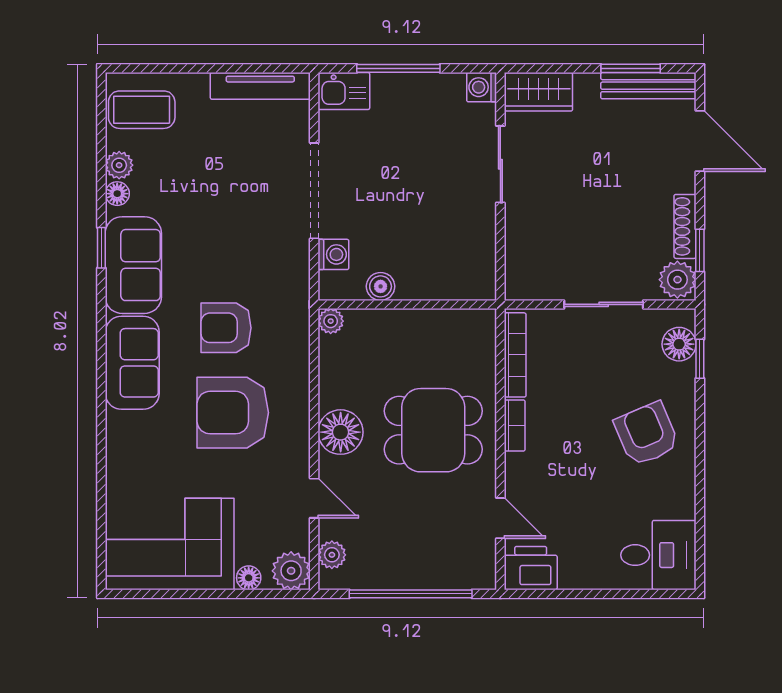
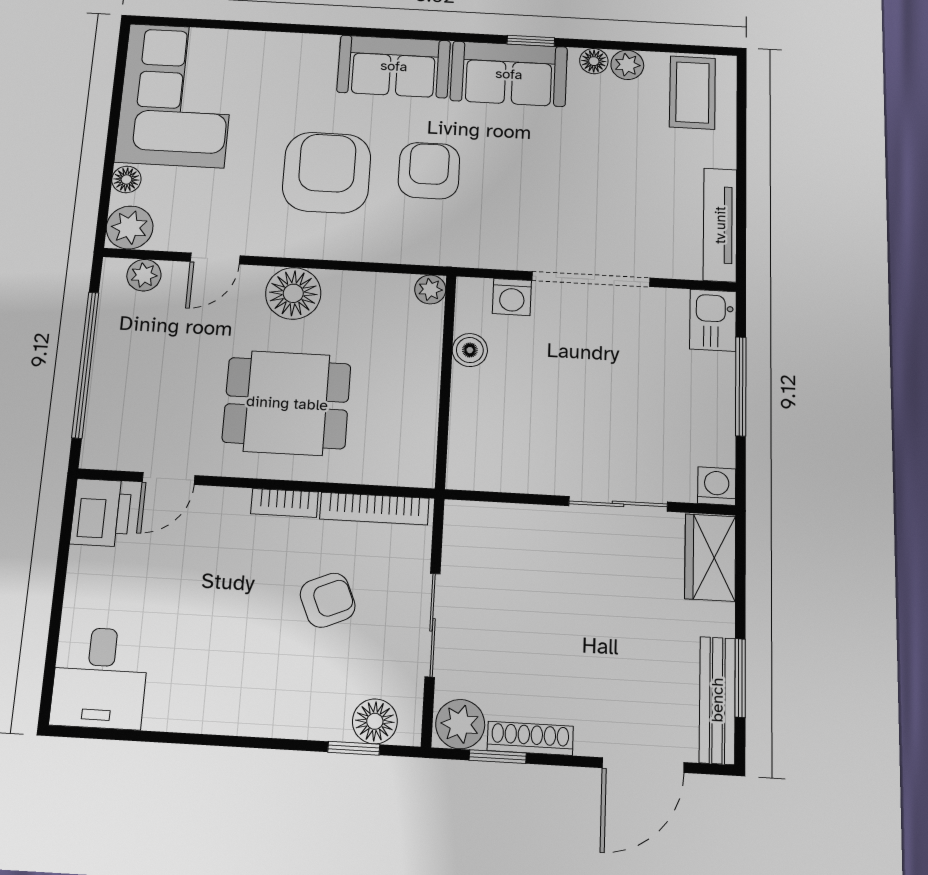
dining table: (433, 430) -> (287, 403), turned 90
armchair: (647, 434) -> (328, 600), moved, width x0.72, depth x0.72

